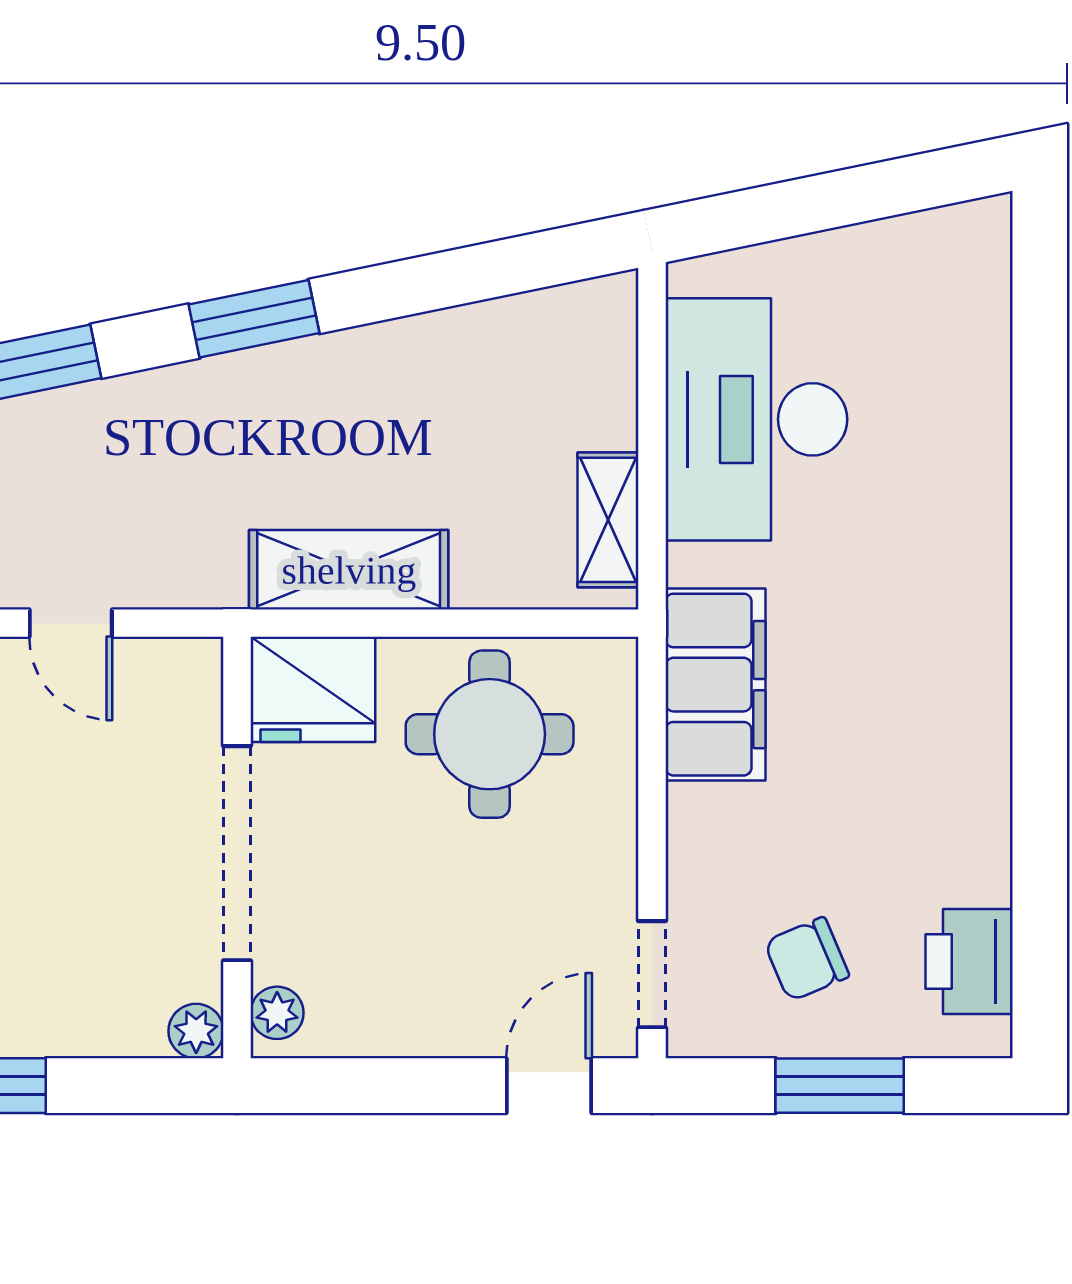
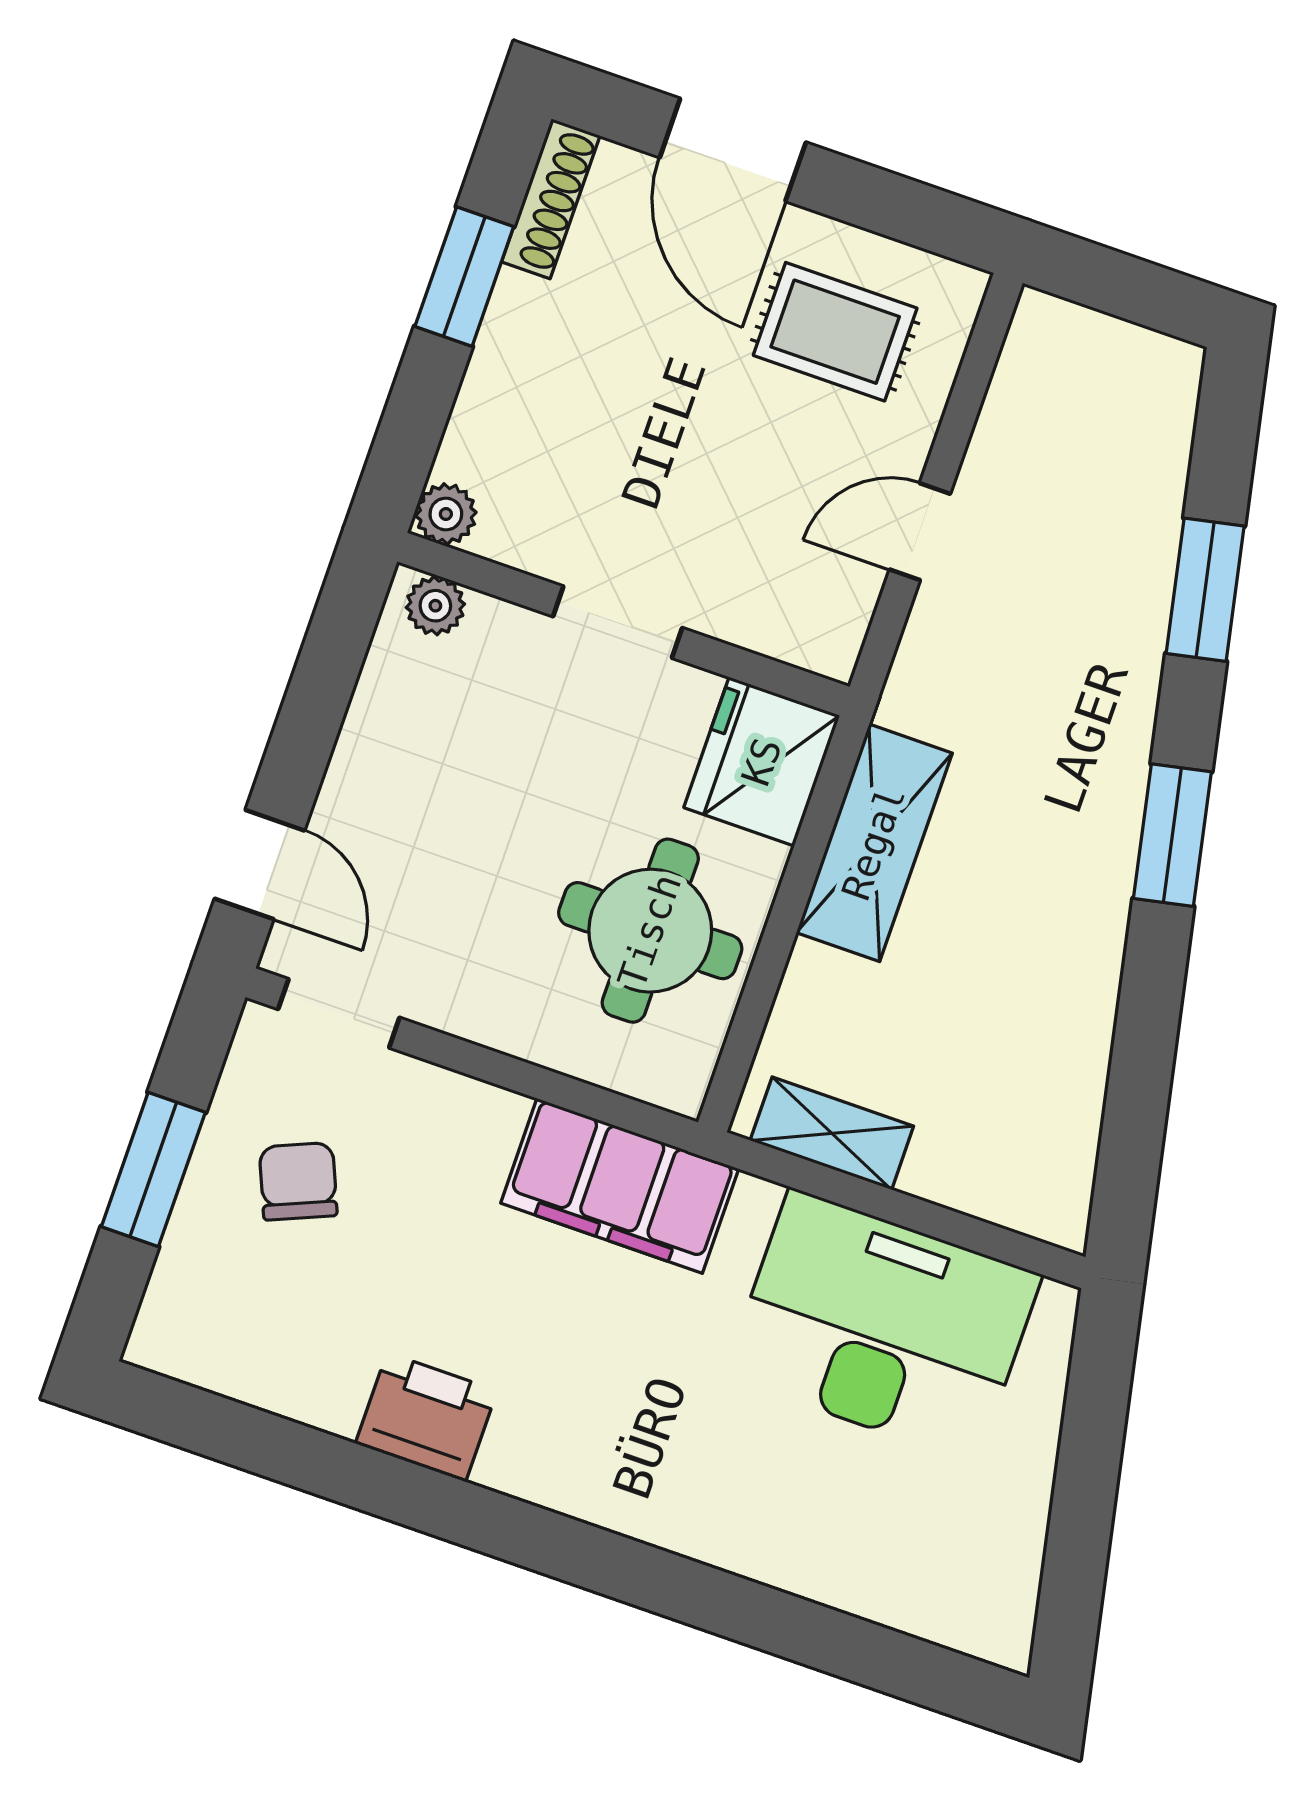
doorway: (237, 853) -> (618, 622), width x0.53
printer: (969, 961) -> (426, 1417), moved

